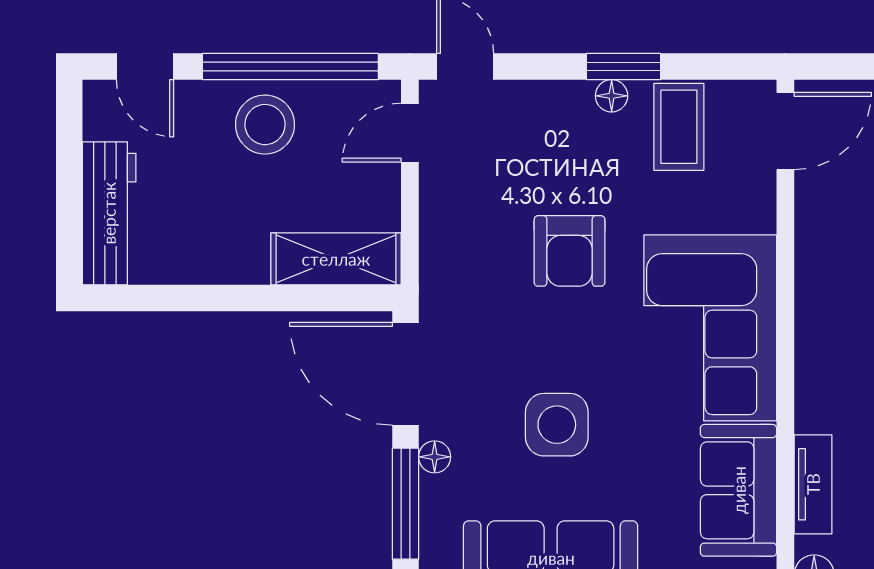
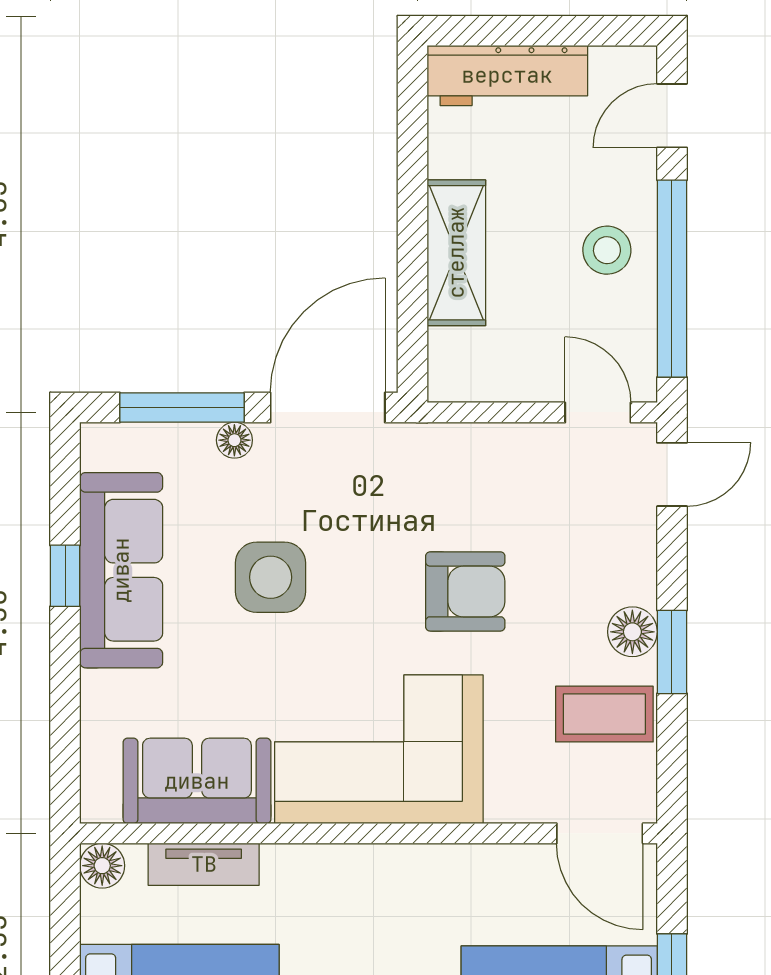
floor lamp: (612, 96) -> (632, 632), width x1.37, depth x1.37
stool: (265, 125) -> (607, 250), width x0.73, depth x0.73
armchair: (570, 251) -> (465, 591), turned 180
shelving: (336, 259) -> (456, 253), moved

